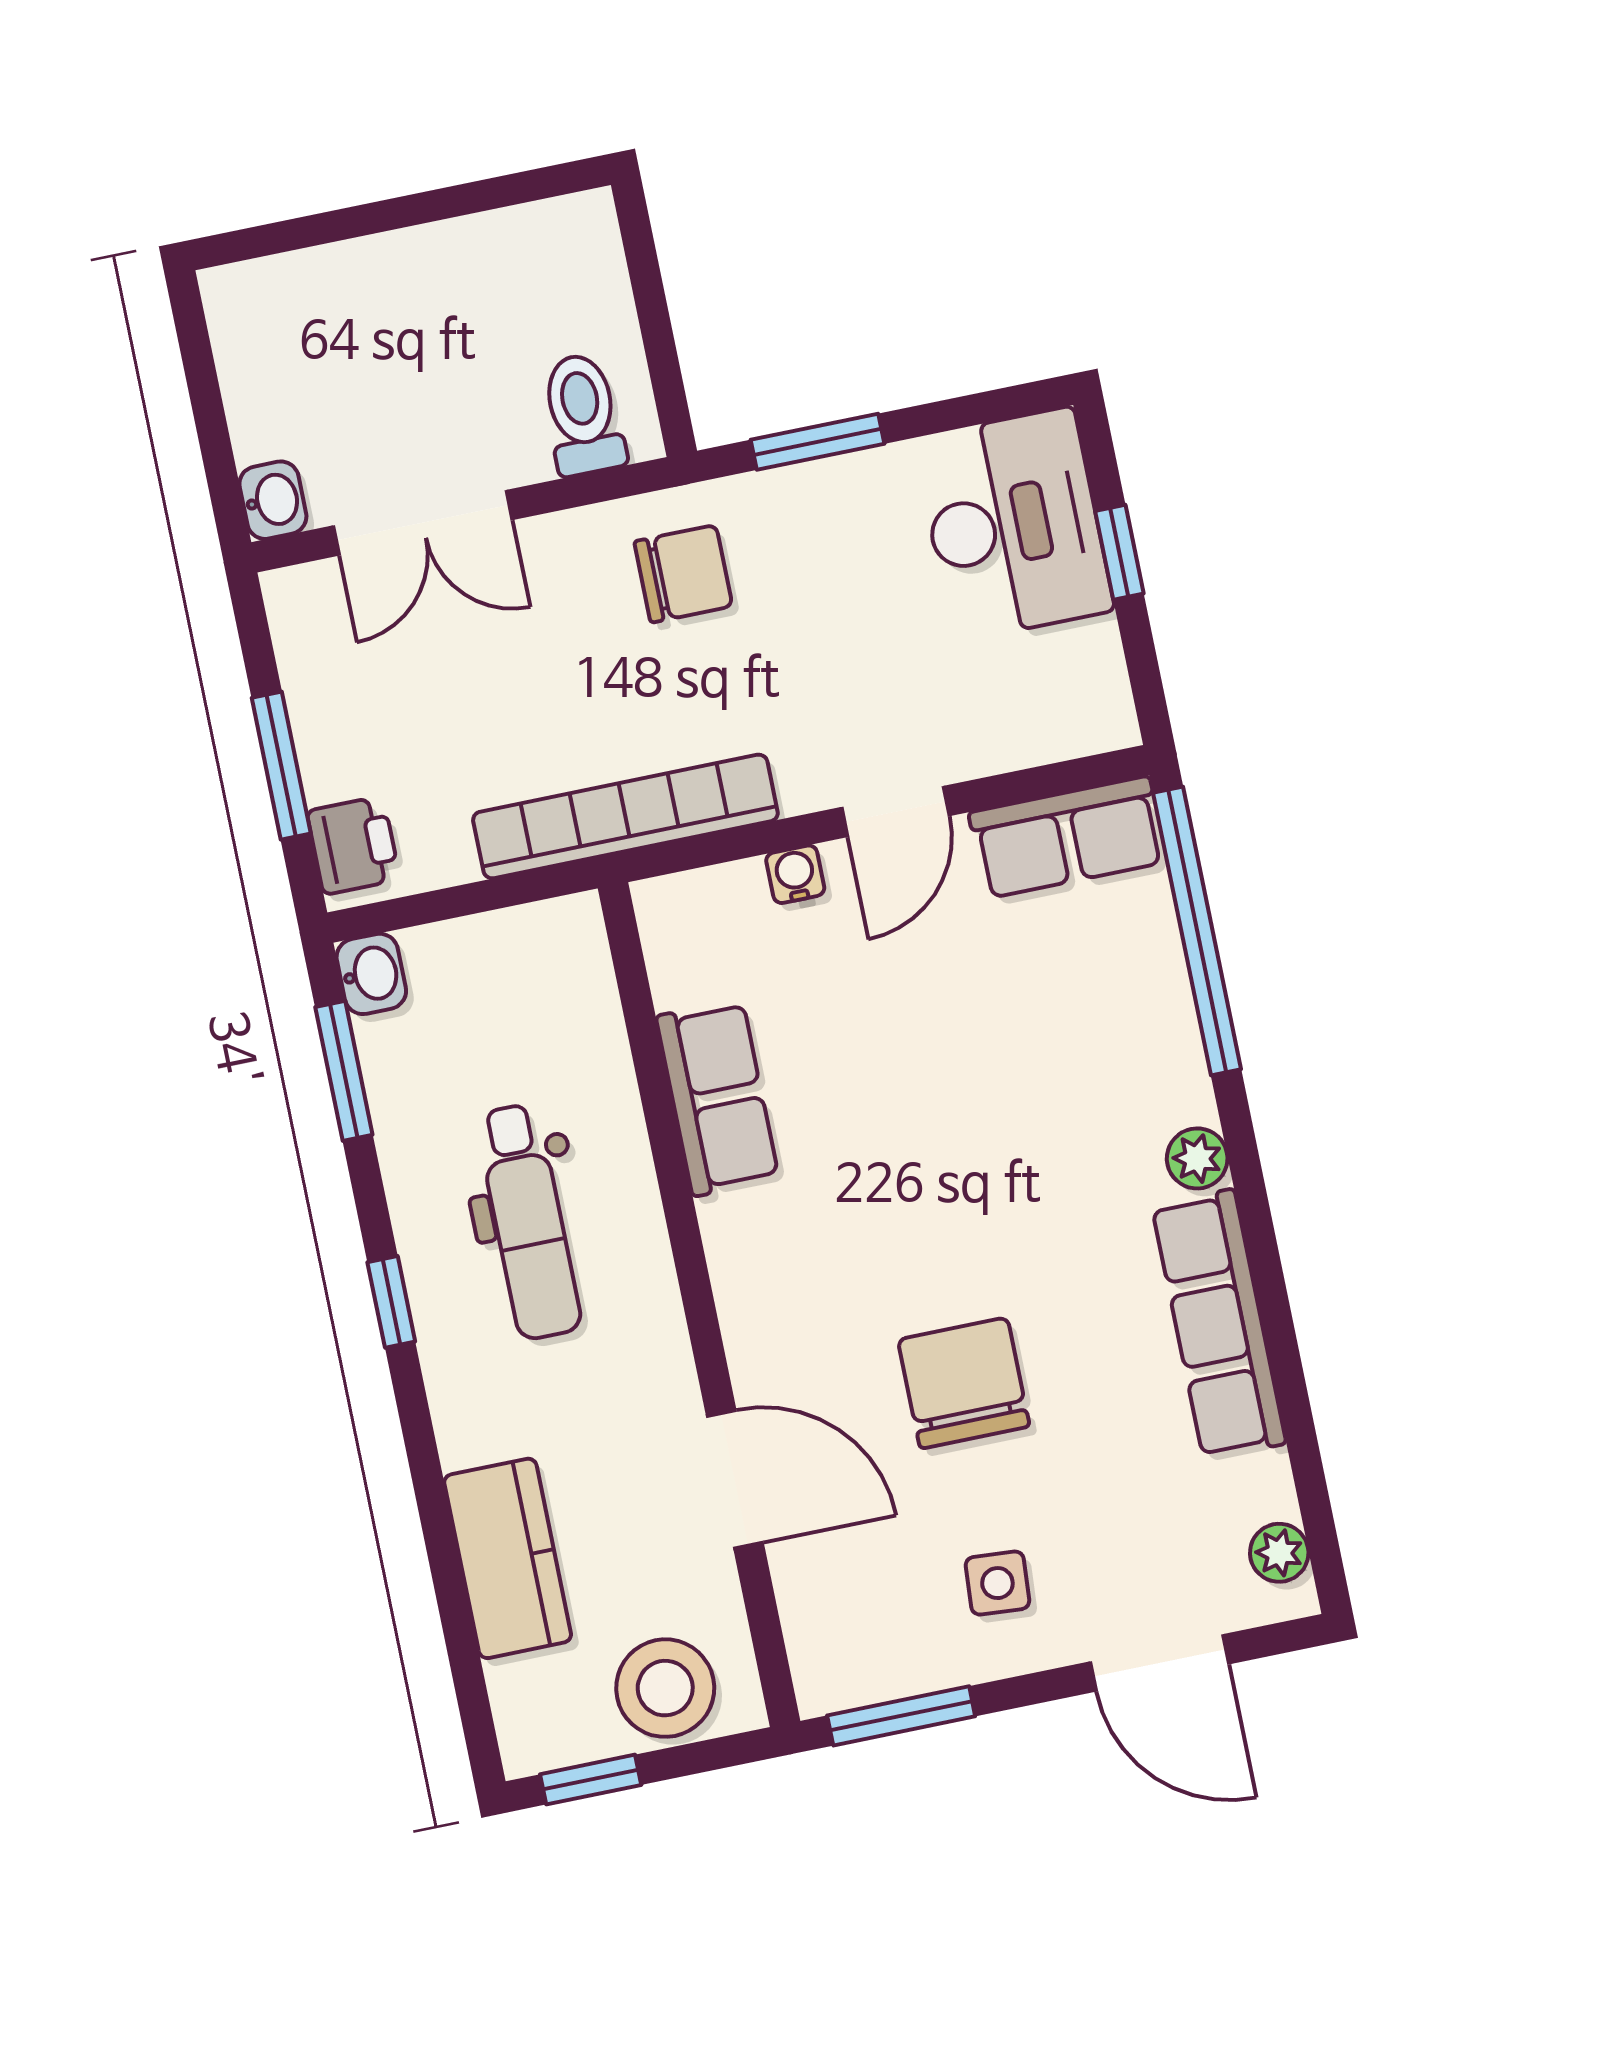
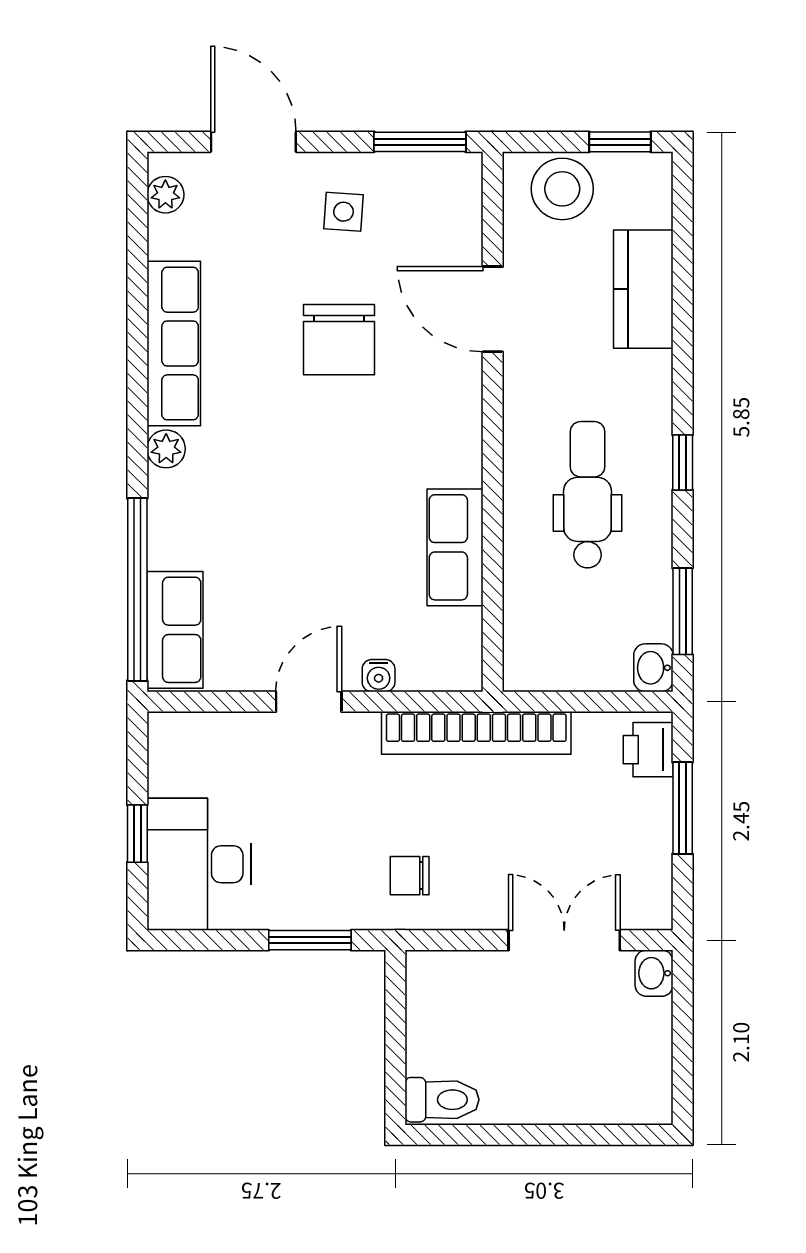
toilet: (583, 414) -> (442, 1100), moved, turned -90
chair: (683, 574) -> (410, 876), width x0.73, depth x0.73
row of seats: (1068, 837) -> (175, 630), moved, turned 90

